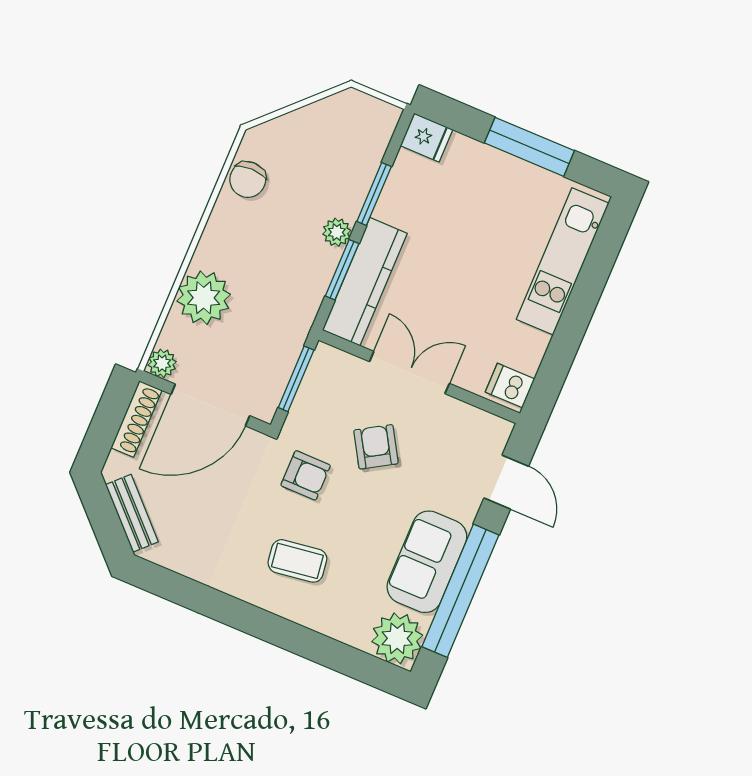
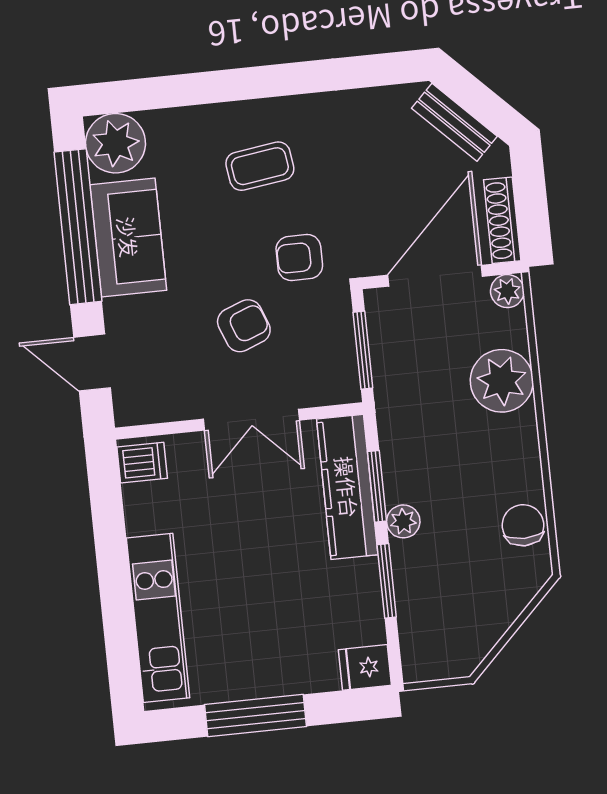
armchair: (376, 447) -> (244, 326), turned -80

